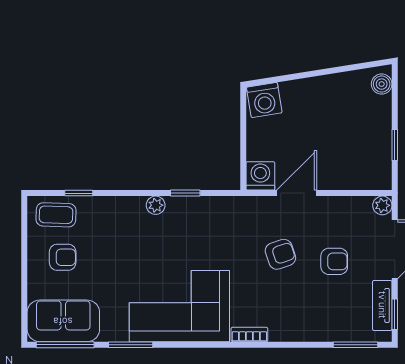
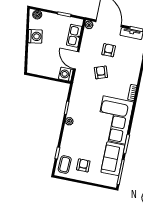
washing machine: (264, 100) -> (35, 36), moved
kitchen sink: (351, 177) -> (74, 36), added
sofa: (63, 321) -> (113, 159), moved

